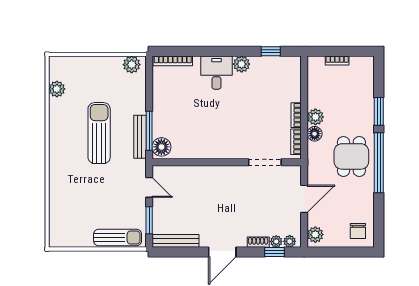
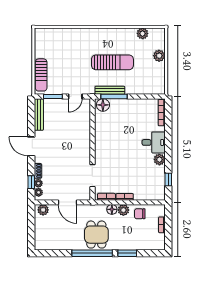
plant: (132, 65) -> (159, 56), moved
dining table: (351, 156) -> (96, 235), turned 90
chair: (358, 231) -> (140, 214), moved

